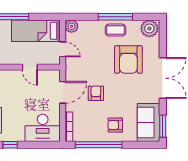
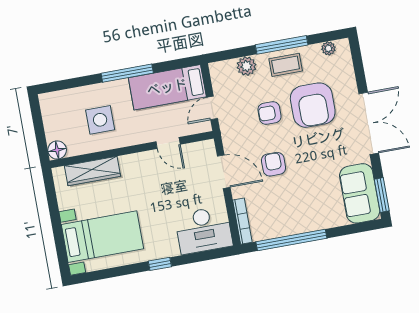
plant: (72, 26) -> (246, 66), moved
plant: (149, 29) -> (328, 48), width x0.53, depth x0.53
door: (63, 49) -> (212, 108), swing flipped
door: (63, 92) -> (224, 172), hinge flipped
armchair: (115, 125) -> (270, 113), moved

